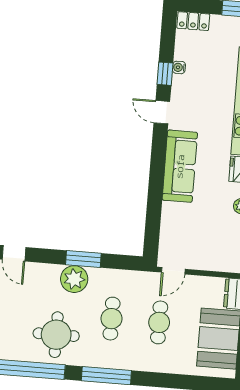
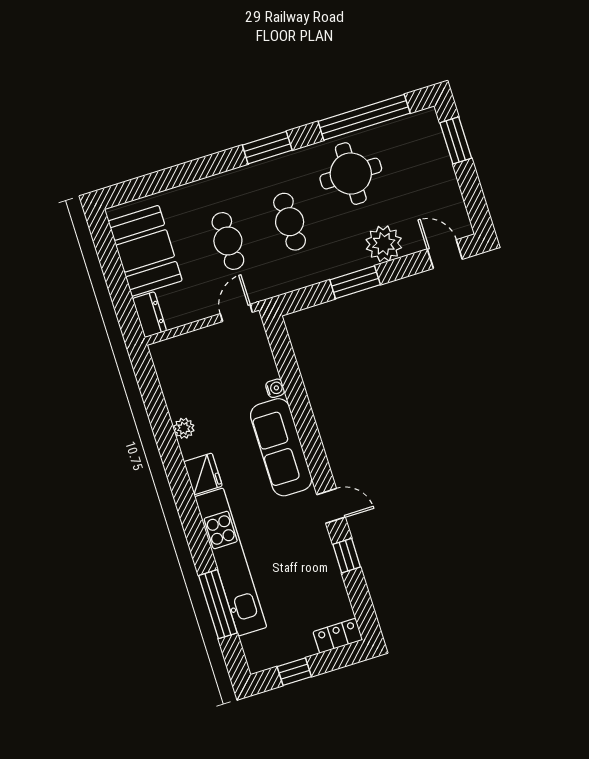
water cooler: (179, 67) -> (275, 388), moved
plant: (74, 279) -> (384, 244), moved
window: (106, 376) -> (267, 148), width x0.69

